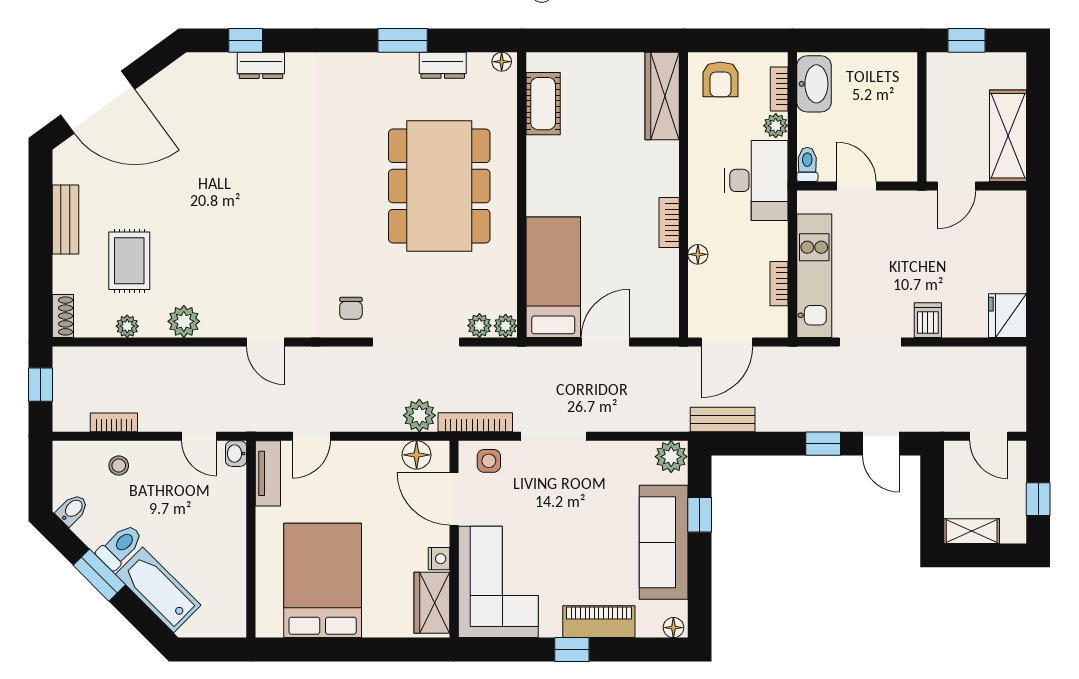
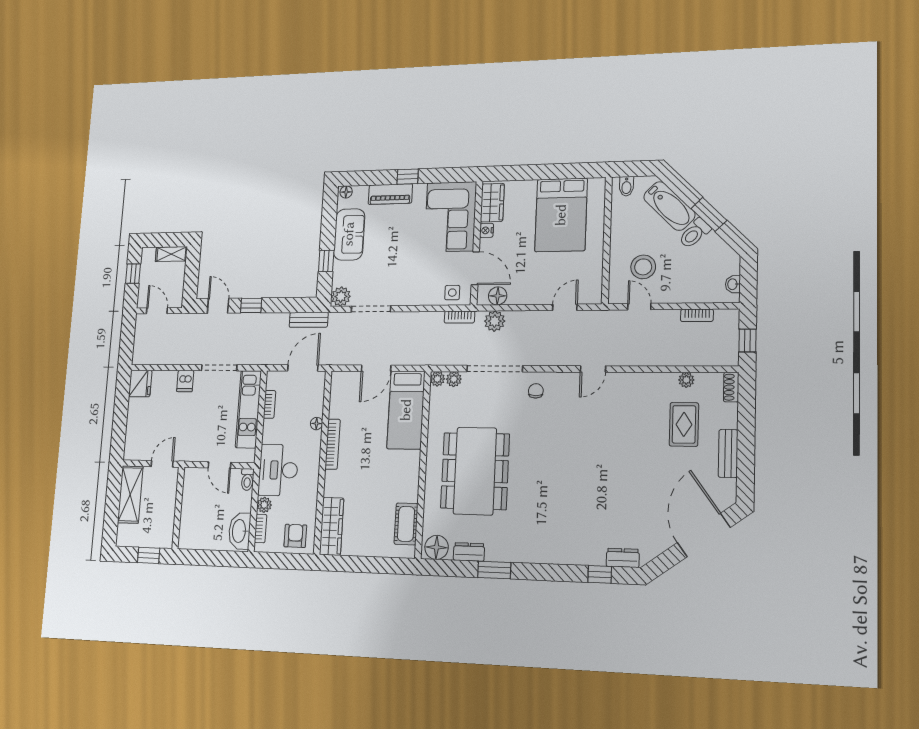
floor lamp: (502, 62) -> (437, 547), width x1.89, depth x1.89
dresser: (261, 65) -> (623, 558), moved
door: (98, 102) -> (704, 535), hinge flipped
bookcase: (669, 223) -> (333, 444), width x1.56
plant: (184, 321) -> (648, 383), removed
door: (265, 342) -> (593, 369), swing flipped
bookcase: (475, 422) -> (460, 317), width x0.64
doorway: (554, 436) -> (371, 309), moved
washbasin: (236, 454) -> (733, 284), moved, turned 180
stool: (119, 466) -> (643, 267), moved, width x1.89, depth x1.89
tv unit: (268, 473) -> (594, 283), removed
bidet: (72, 510) -> (626, 186), moved, turned -45
sofa: (664, 542) -> (349, 234), width x0.73

